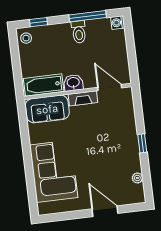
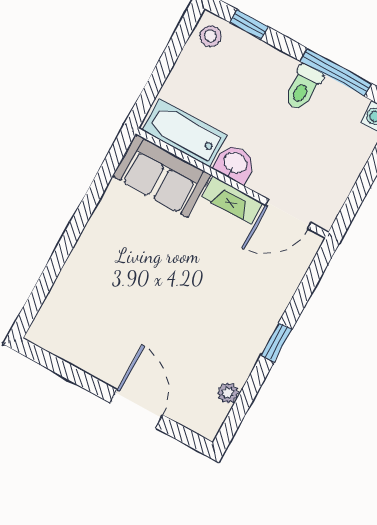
door: (110, 88) -> (288, 214), swing flipped
corner sofa: (54, 171) -> (100, 284), removed

